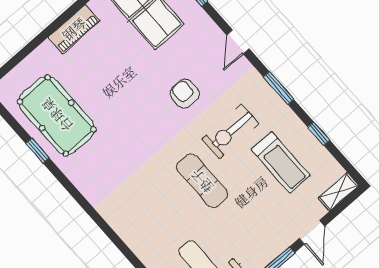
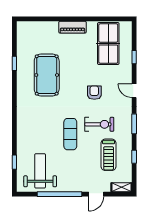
door: (238, 42) -> (134, 91), hinge flipped
pool table: (57, 115) -> (47, 75), moved
exercise bike: (230, 131) -> (99, 124), turned 180

